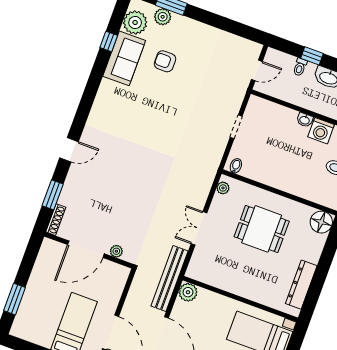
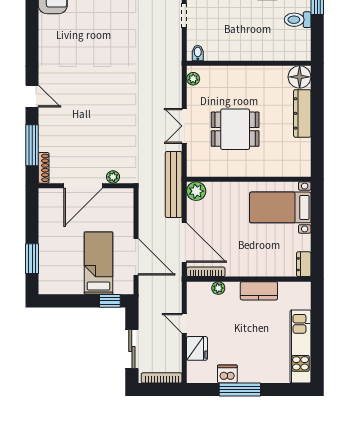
door: (69, 150) -> (32, 96), hinge flipped
window: (53, 195) -> (32, 145), width x1.44
dining table: (262, 229) -> (235, 129), moved
dresser: (301, 285) -> (302, 113), moved

